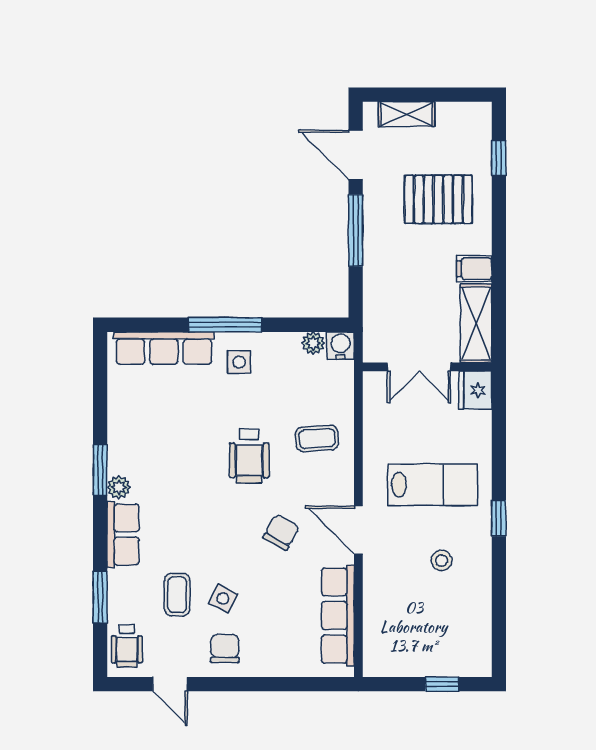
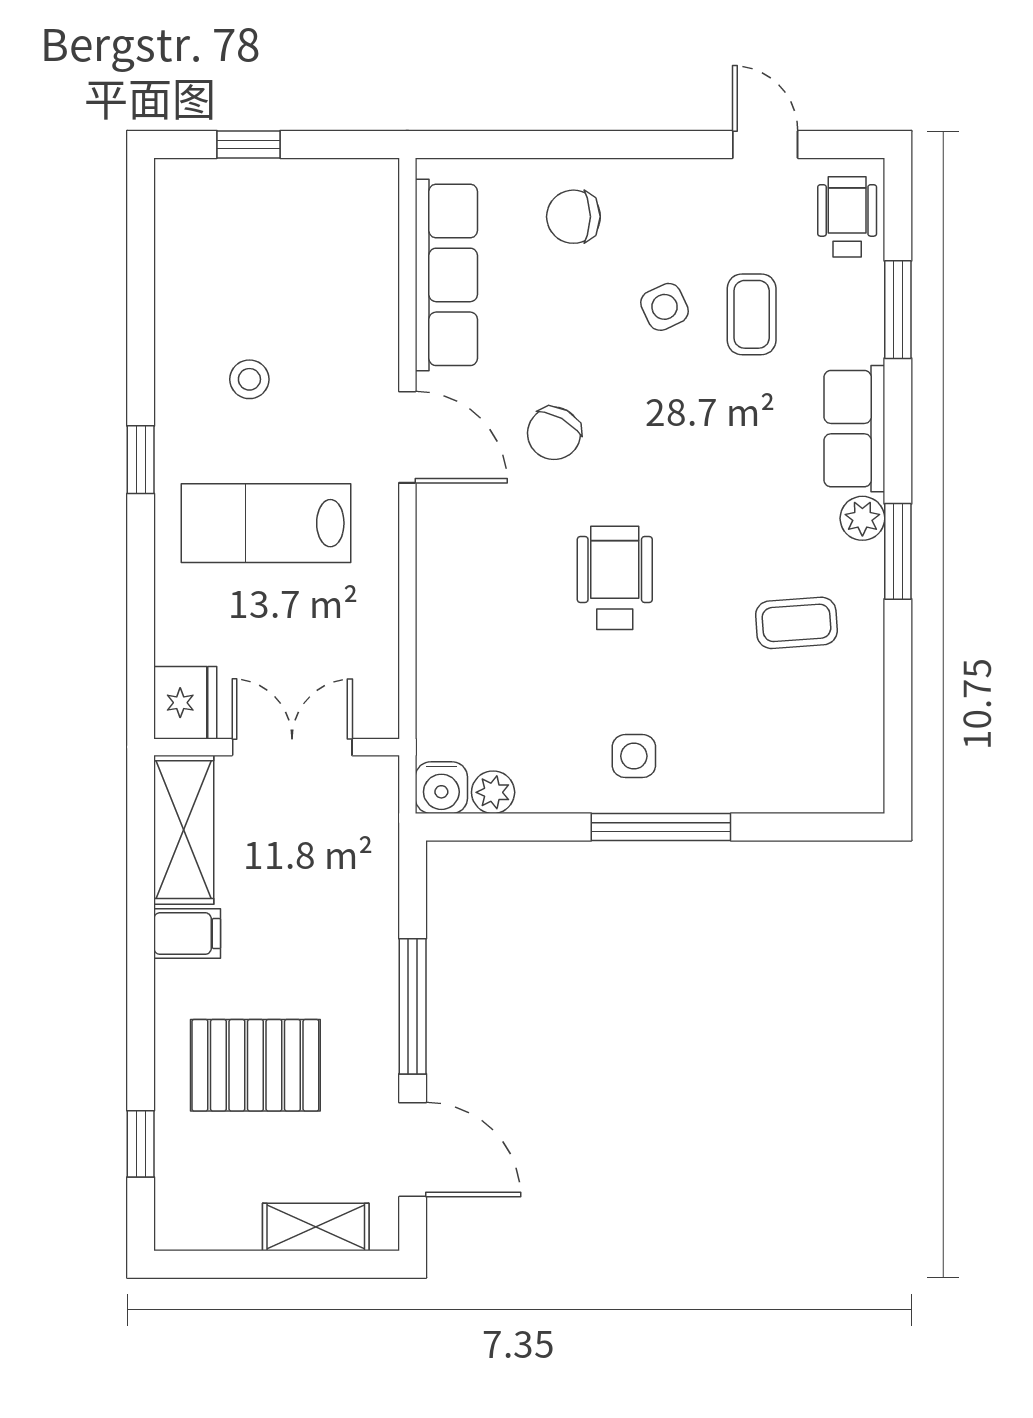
row of seats: (164, 348) -> (777, 783), removed
coffee table: (317, 439) -> (796, 623), moved
side table: (223, 599) -> (665, 307), turned 38
chair: (225, 649) -> (573, 217), moved, turned 90

